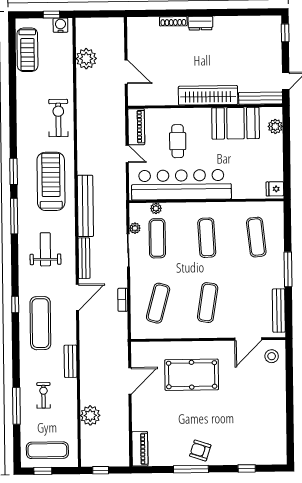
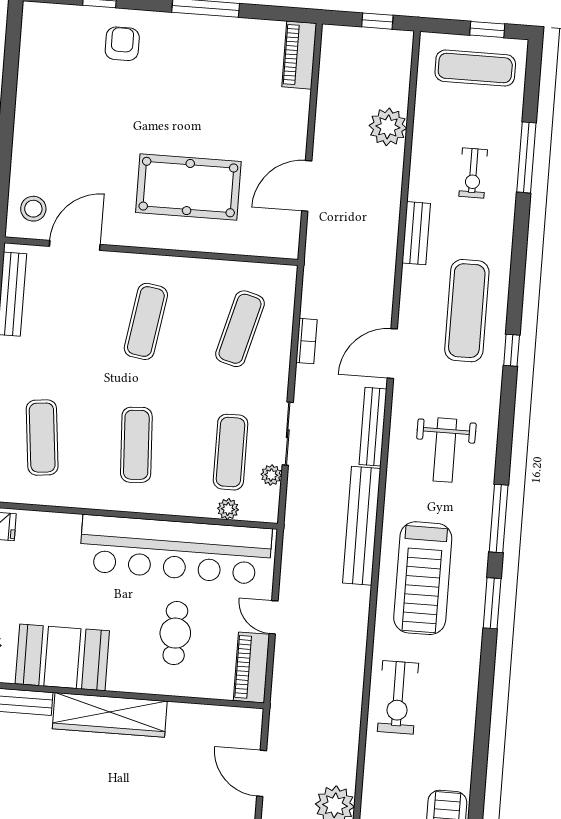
armchair: (200, 451) -> (122, 44), moved, turned -108

